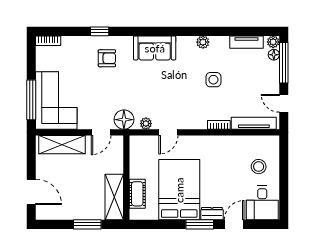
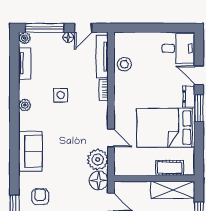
floor lamp: (274, 55) -> (68, 37), moved
plant: (146, 124) -> (98, 160), width x1.88, depth x1.88
stool: (259, 167) -> (124, 64), moved

